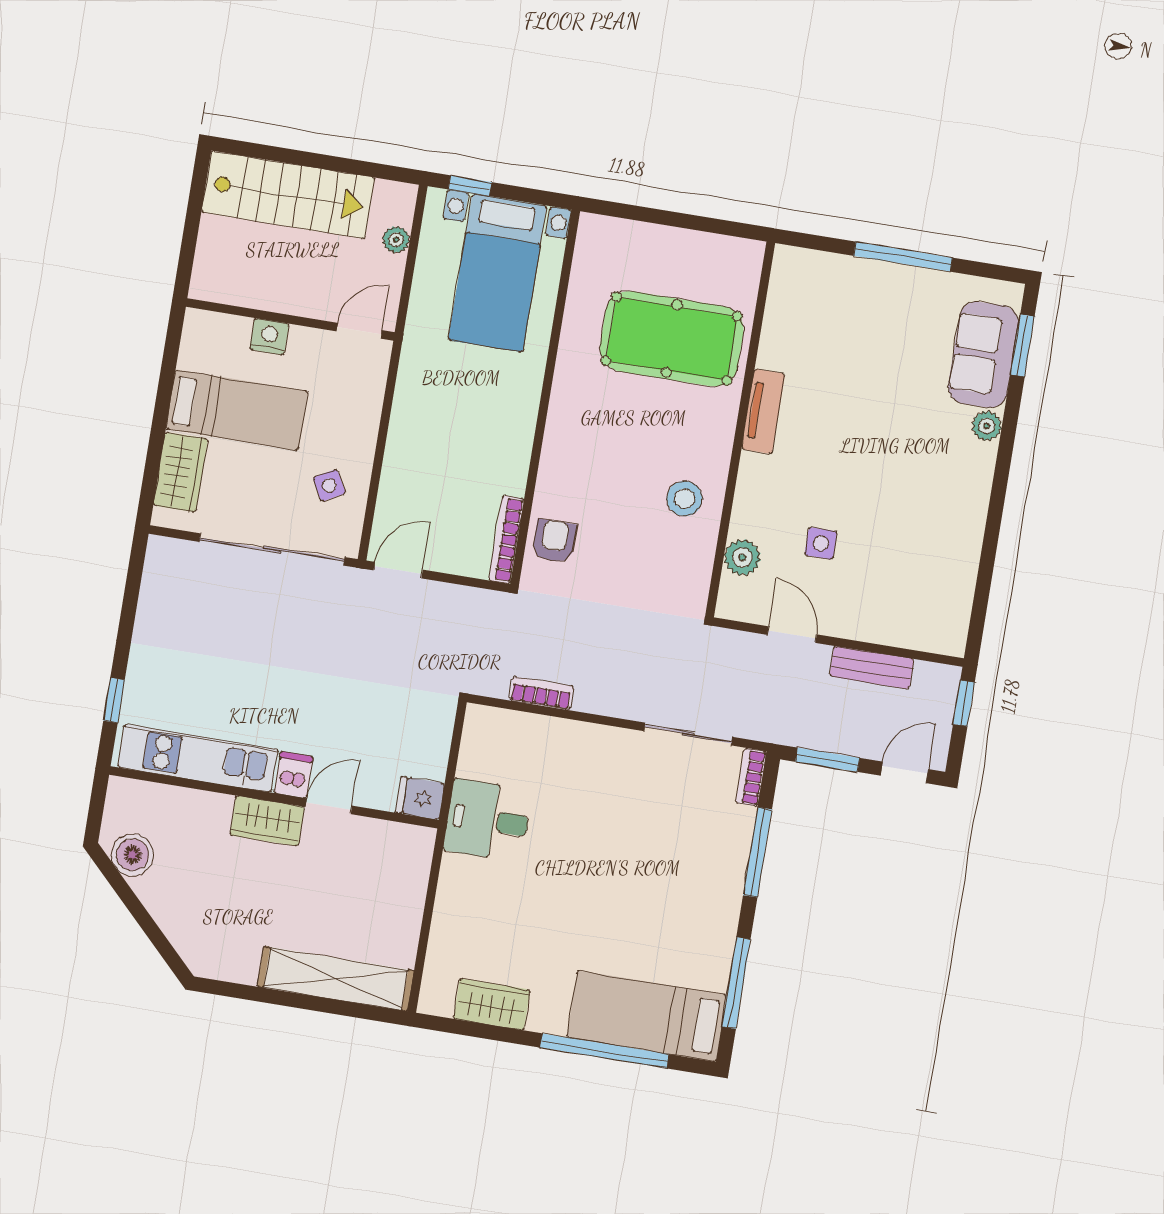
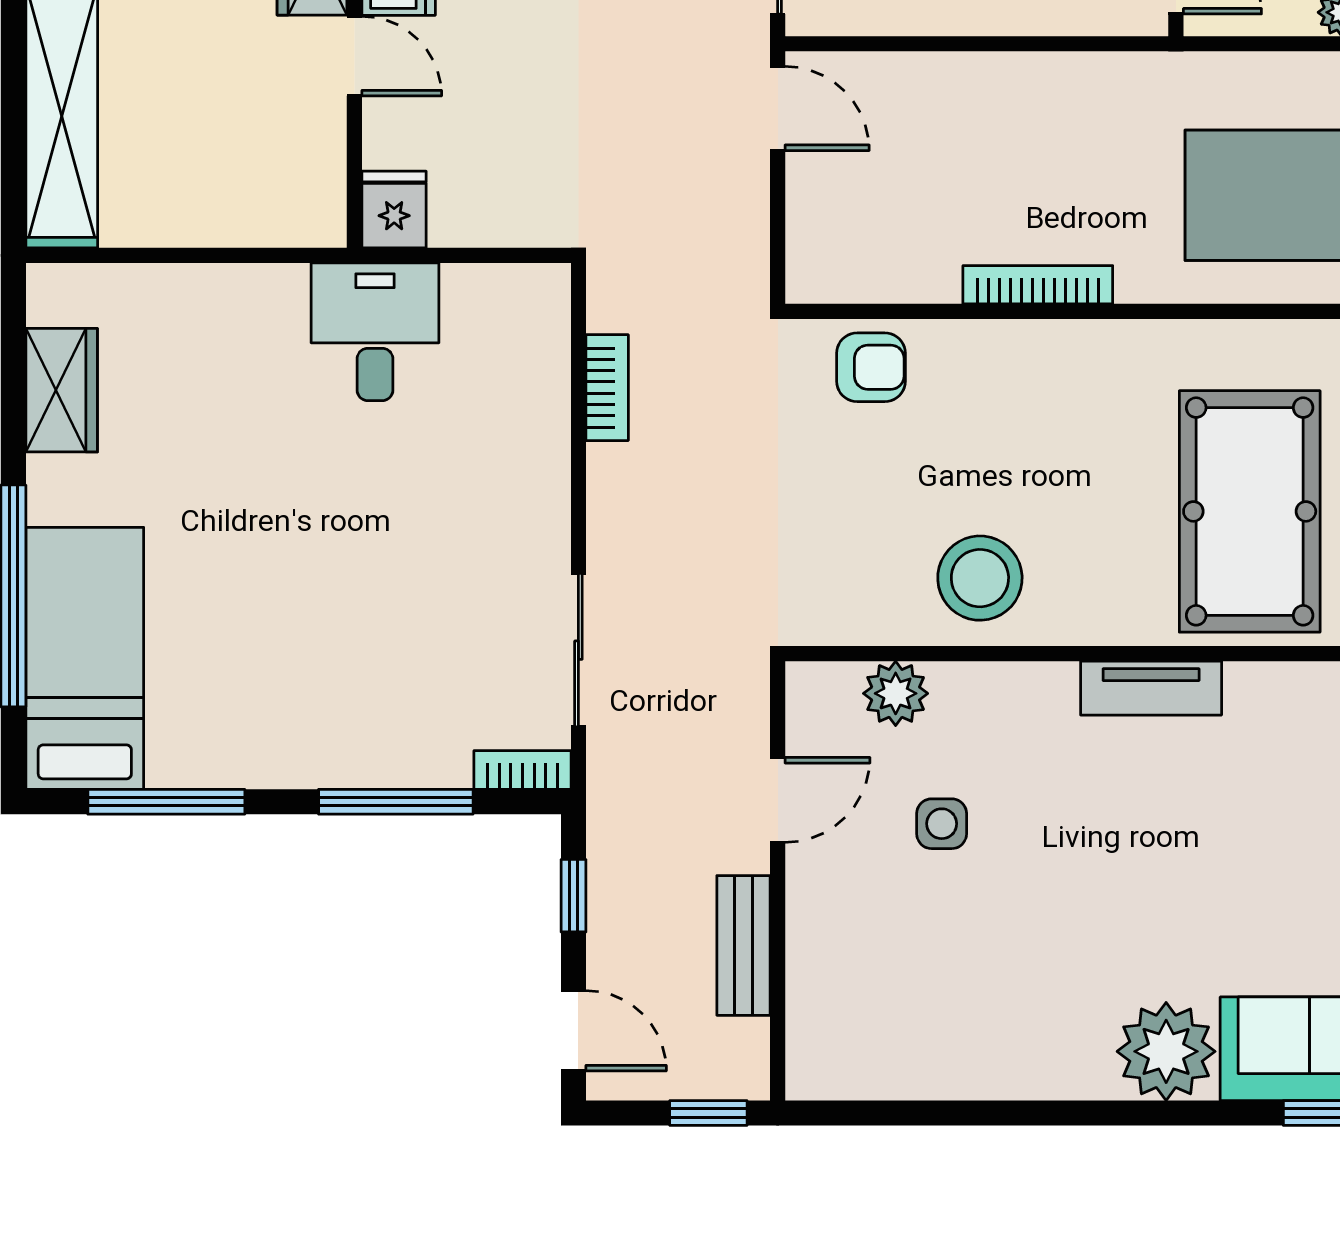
plant: (987, 426) -> (1166, 1051), width x1.87, depth x1.87
stool: (685, 499) -> (980, 578), width x1.38, depth x1.38
bookcase: (506, 540) -> (1038, 285), moved
window: (828, 760) -> (573, 896), width x0.67

